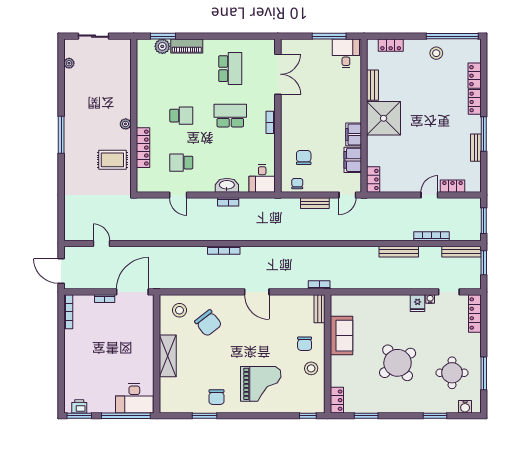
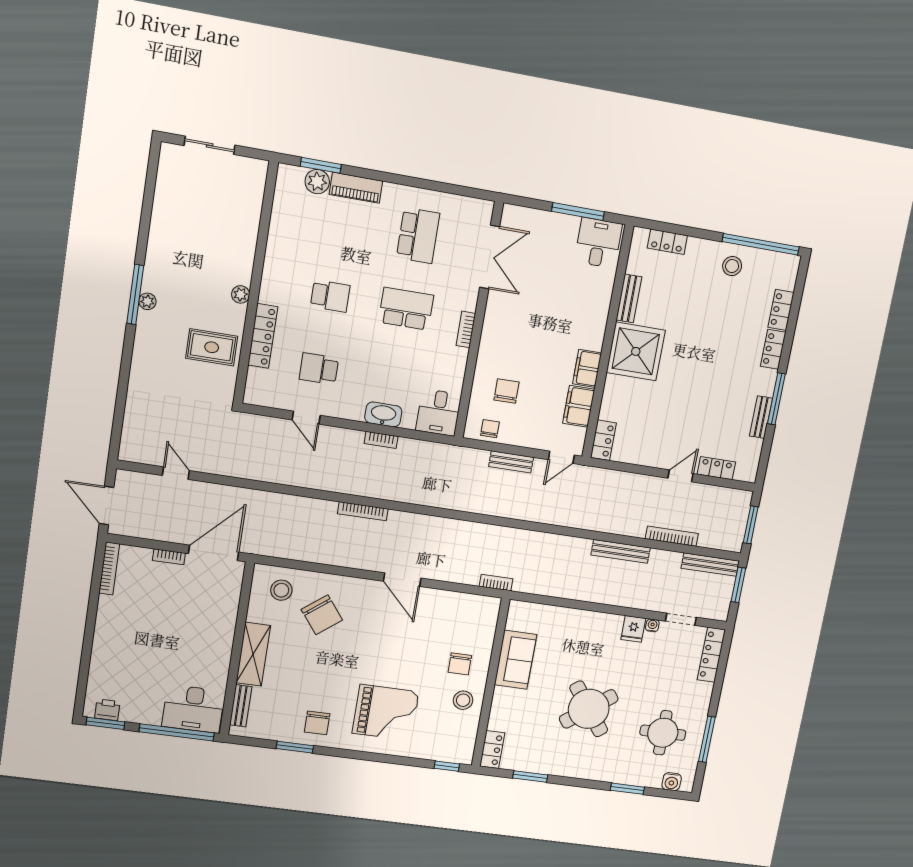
plant: (69, 63) -> (147, 301), moved
bench: (320, 309) -> (241, 706), moved

